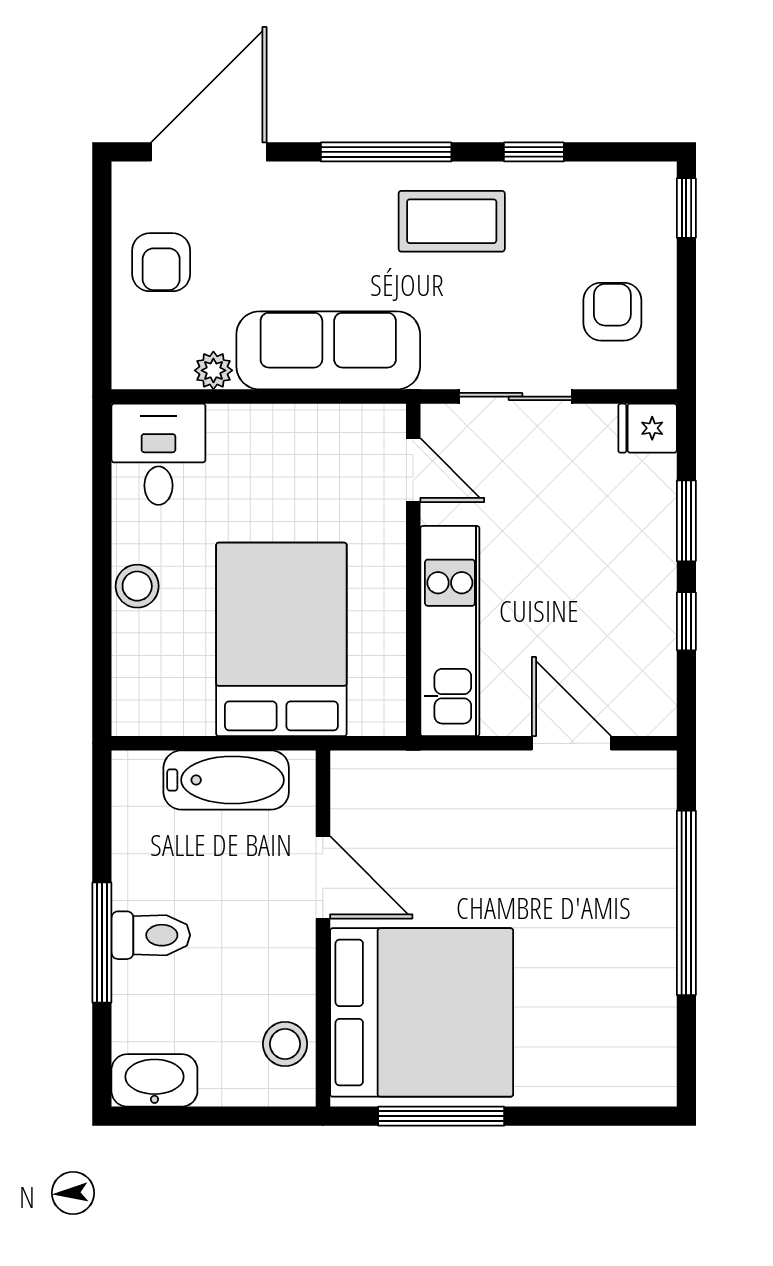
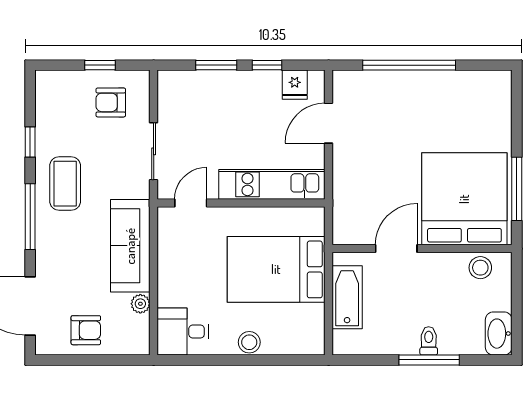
window: (686, 208) -> (100, 65), moved
fridge: (648, 428) -> (295, 85), moved
toilet: (151, 935) -> (429, 341), width x0.73, depth x0.72

